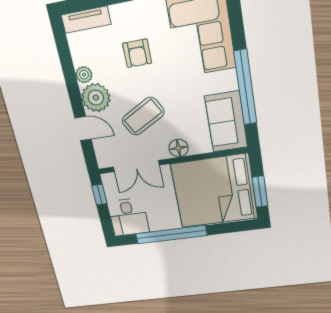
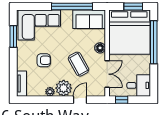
window: (171, 235) -> (154, 42), moved

